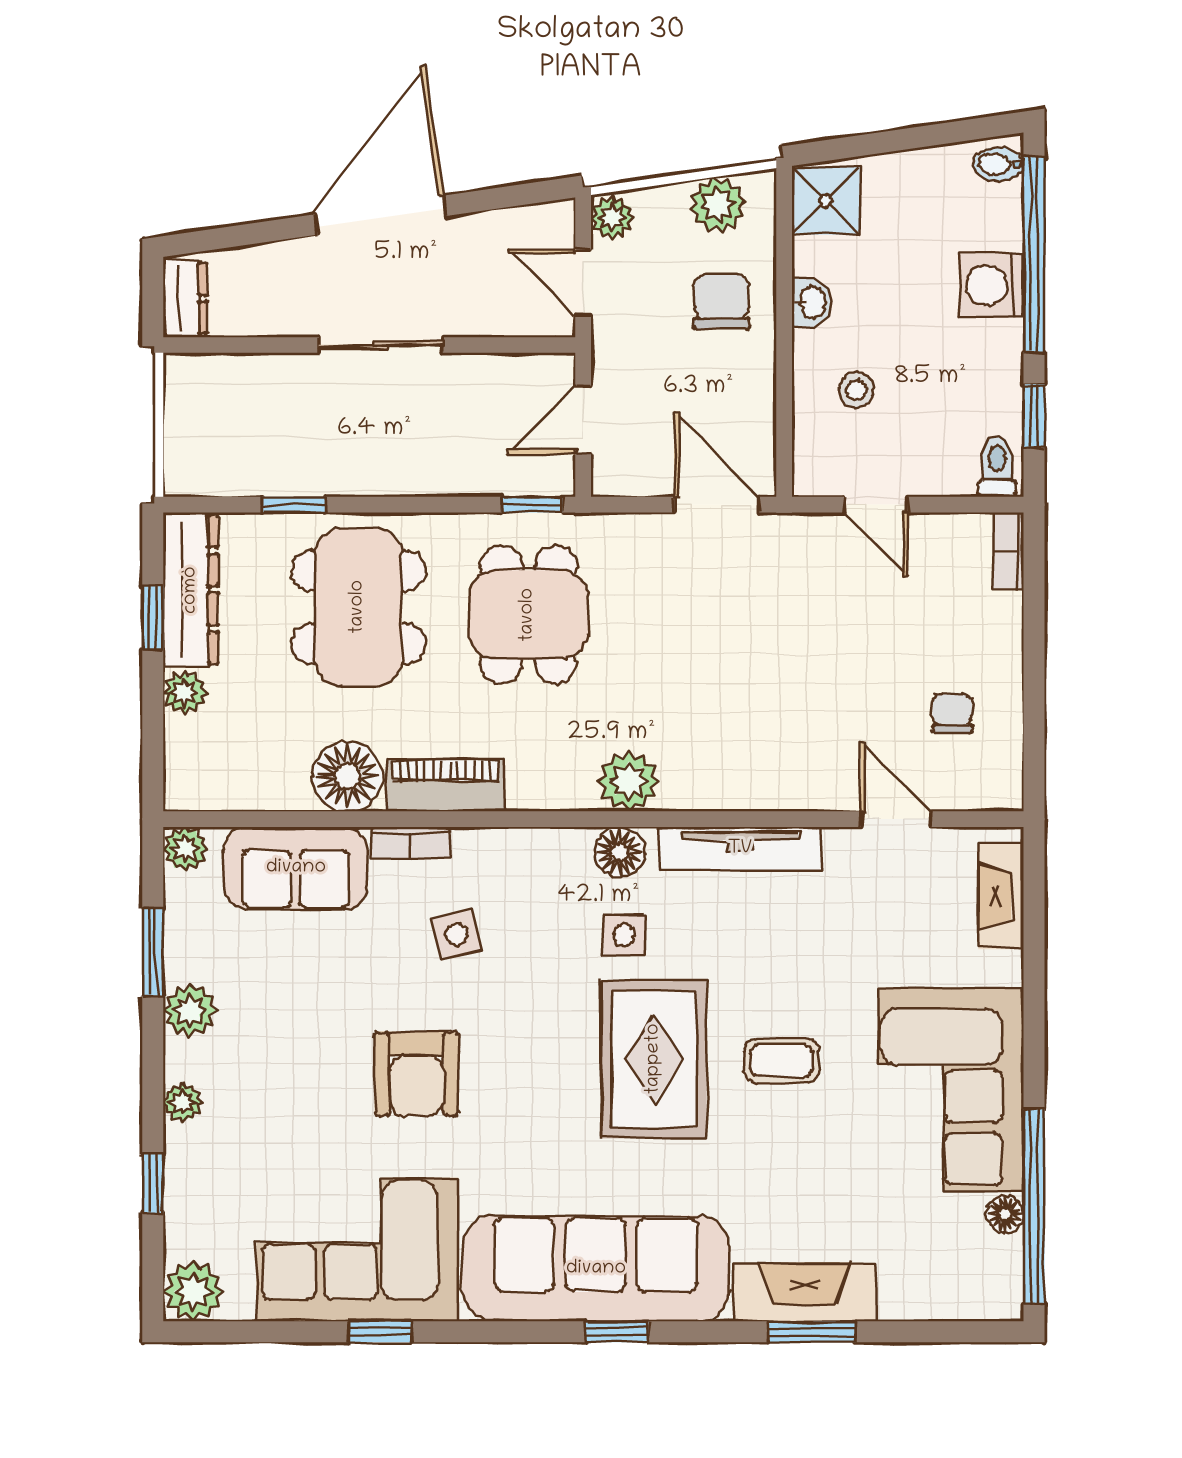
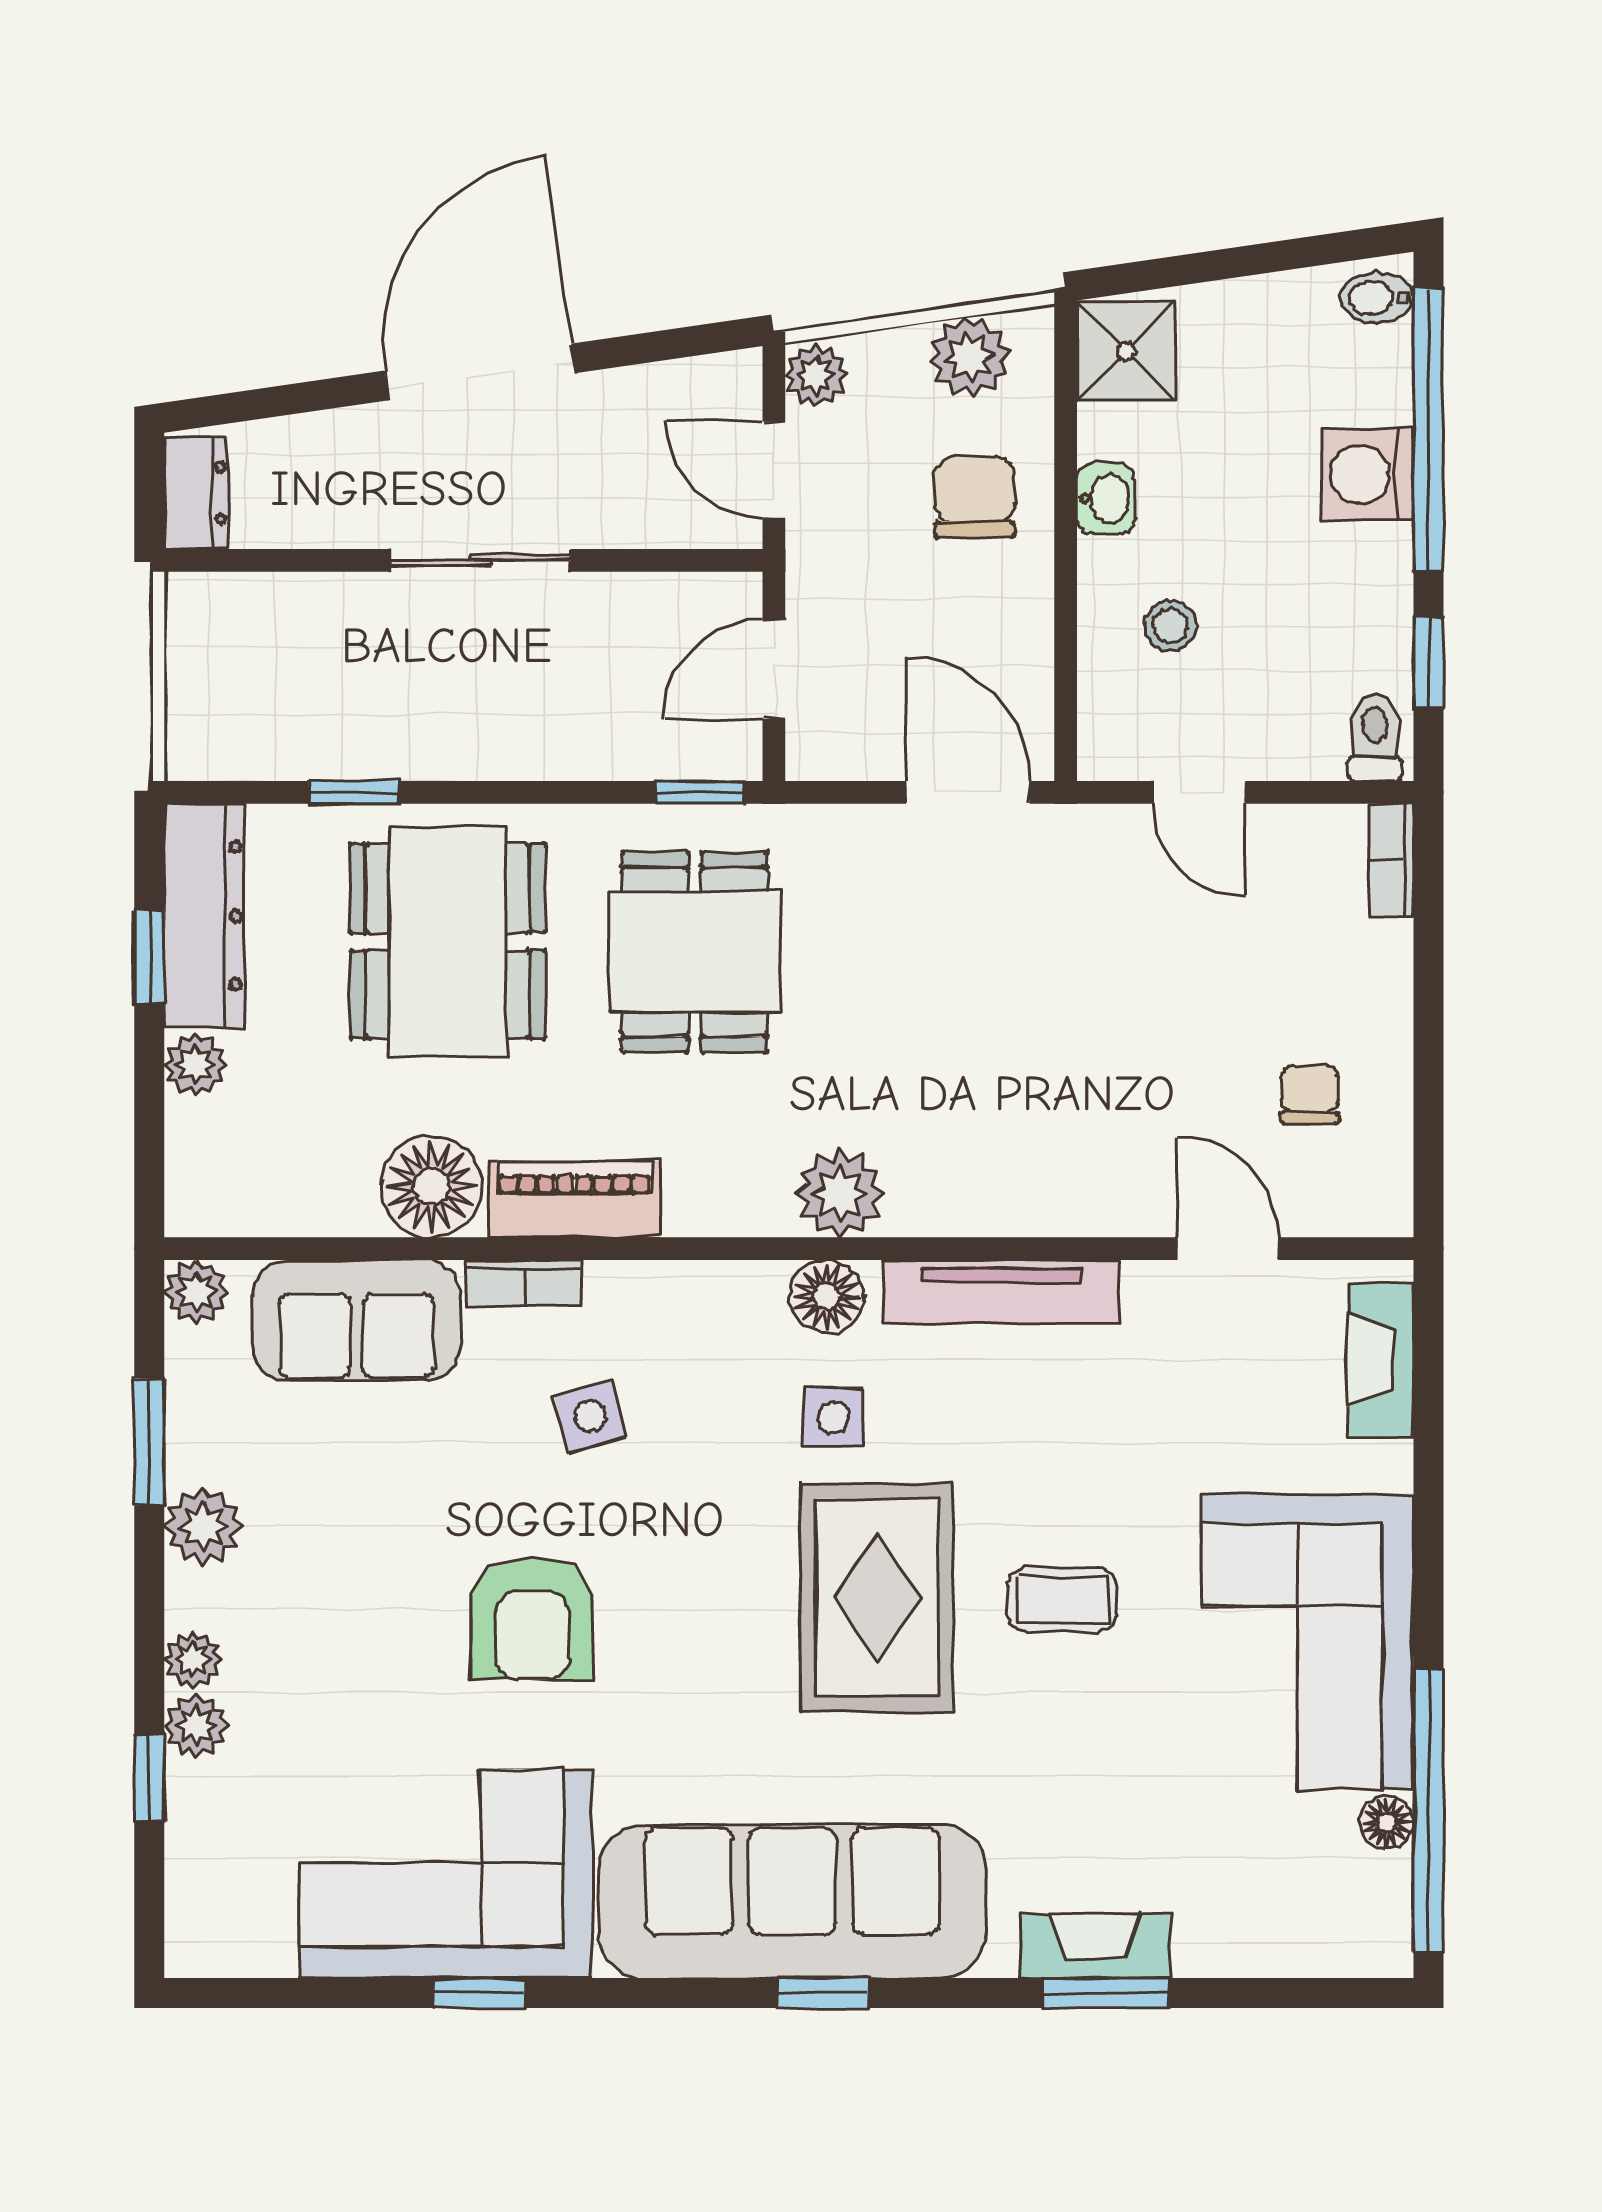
plant: (193, 1291) -> (196, 1726), moved, width x0.73, depth x0.73
fireplace: (804, 1292) -> (1095, 1946), width x0.73, depth x0.76

